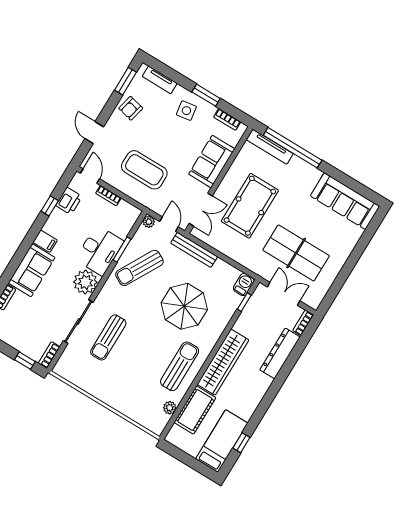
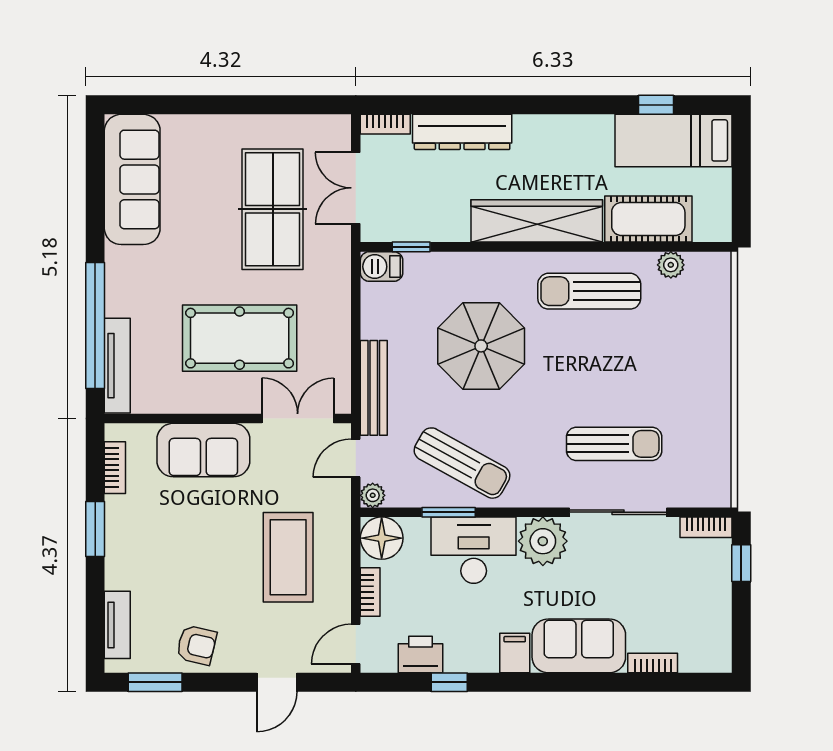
side table: (186, 111) -> (142, 547), removed
floor lamp: (128, 214) -> (382, 538), added

